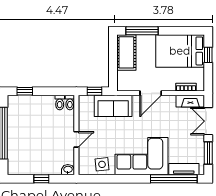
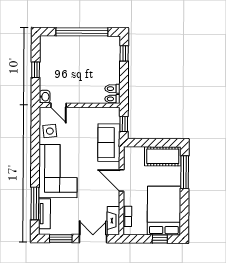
door: (76, 139) -> (59, 105), moved
window: (174, 179) -> (35, 203), width x0.68

